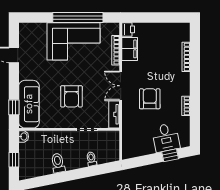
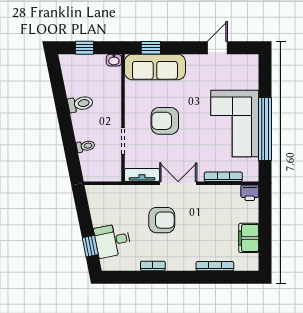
filing cabinet: (130, 49) -> (249, 238), moved, turned 90

